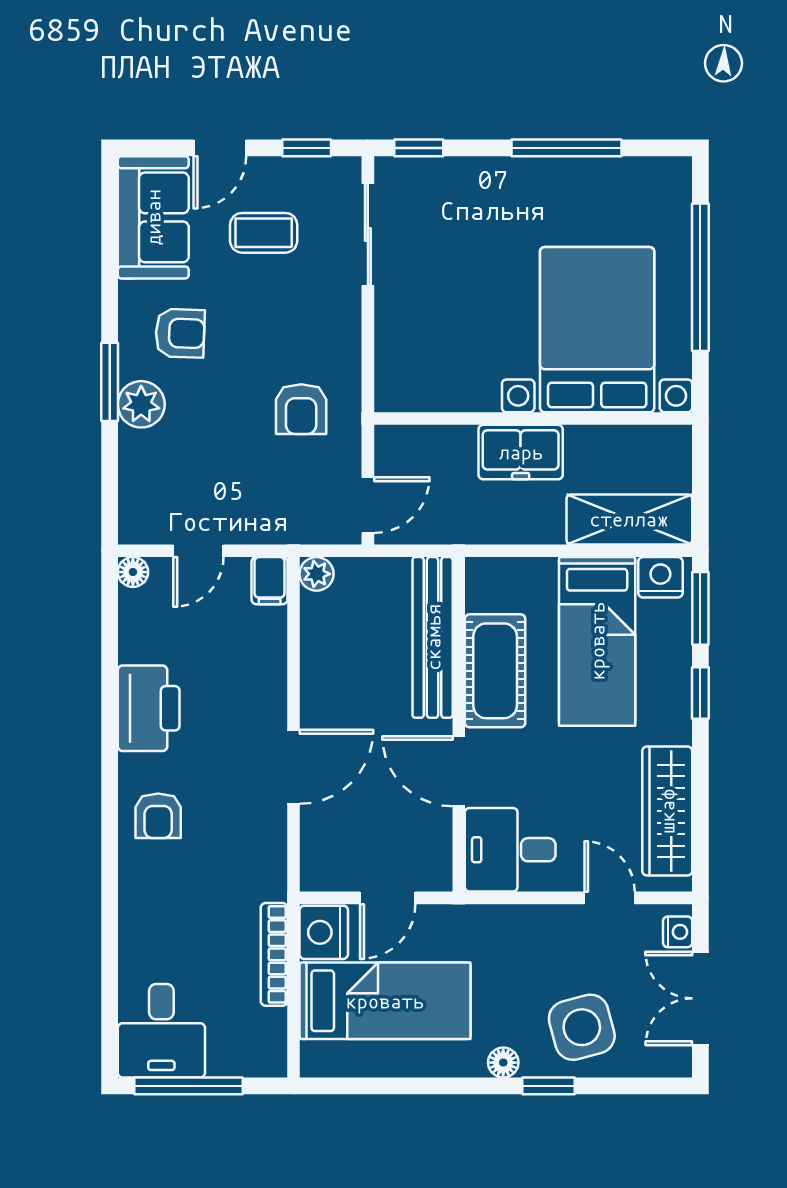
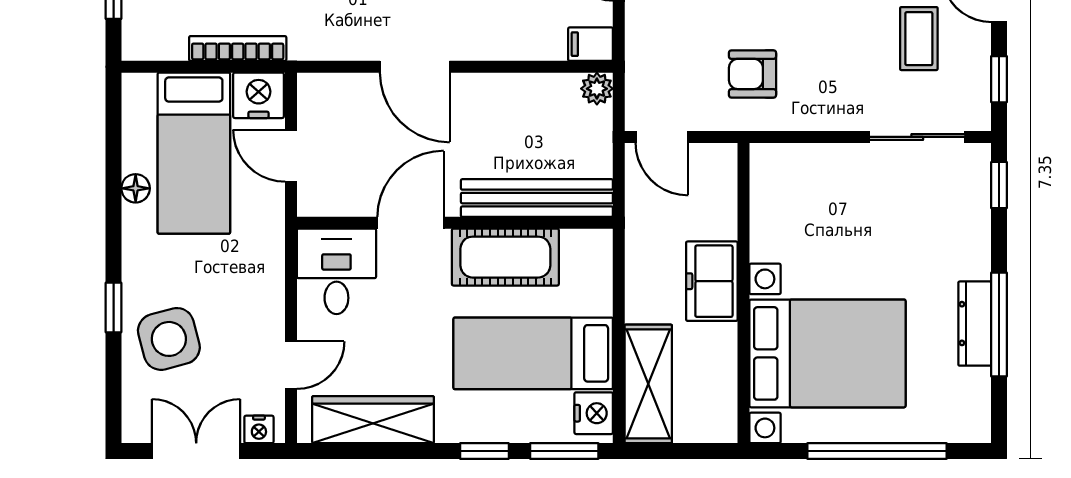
dresser: (565, 174) -> (975, 324), added
floor lamp: (503, 1063) -> (136, 188), moved

